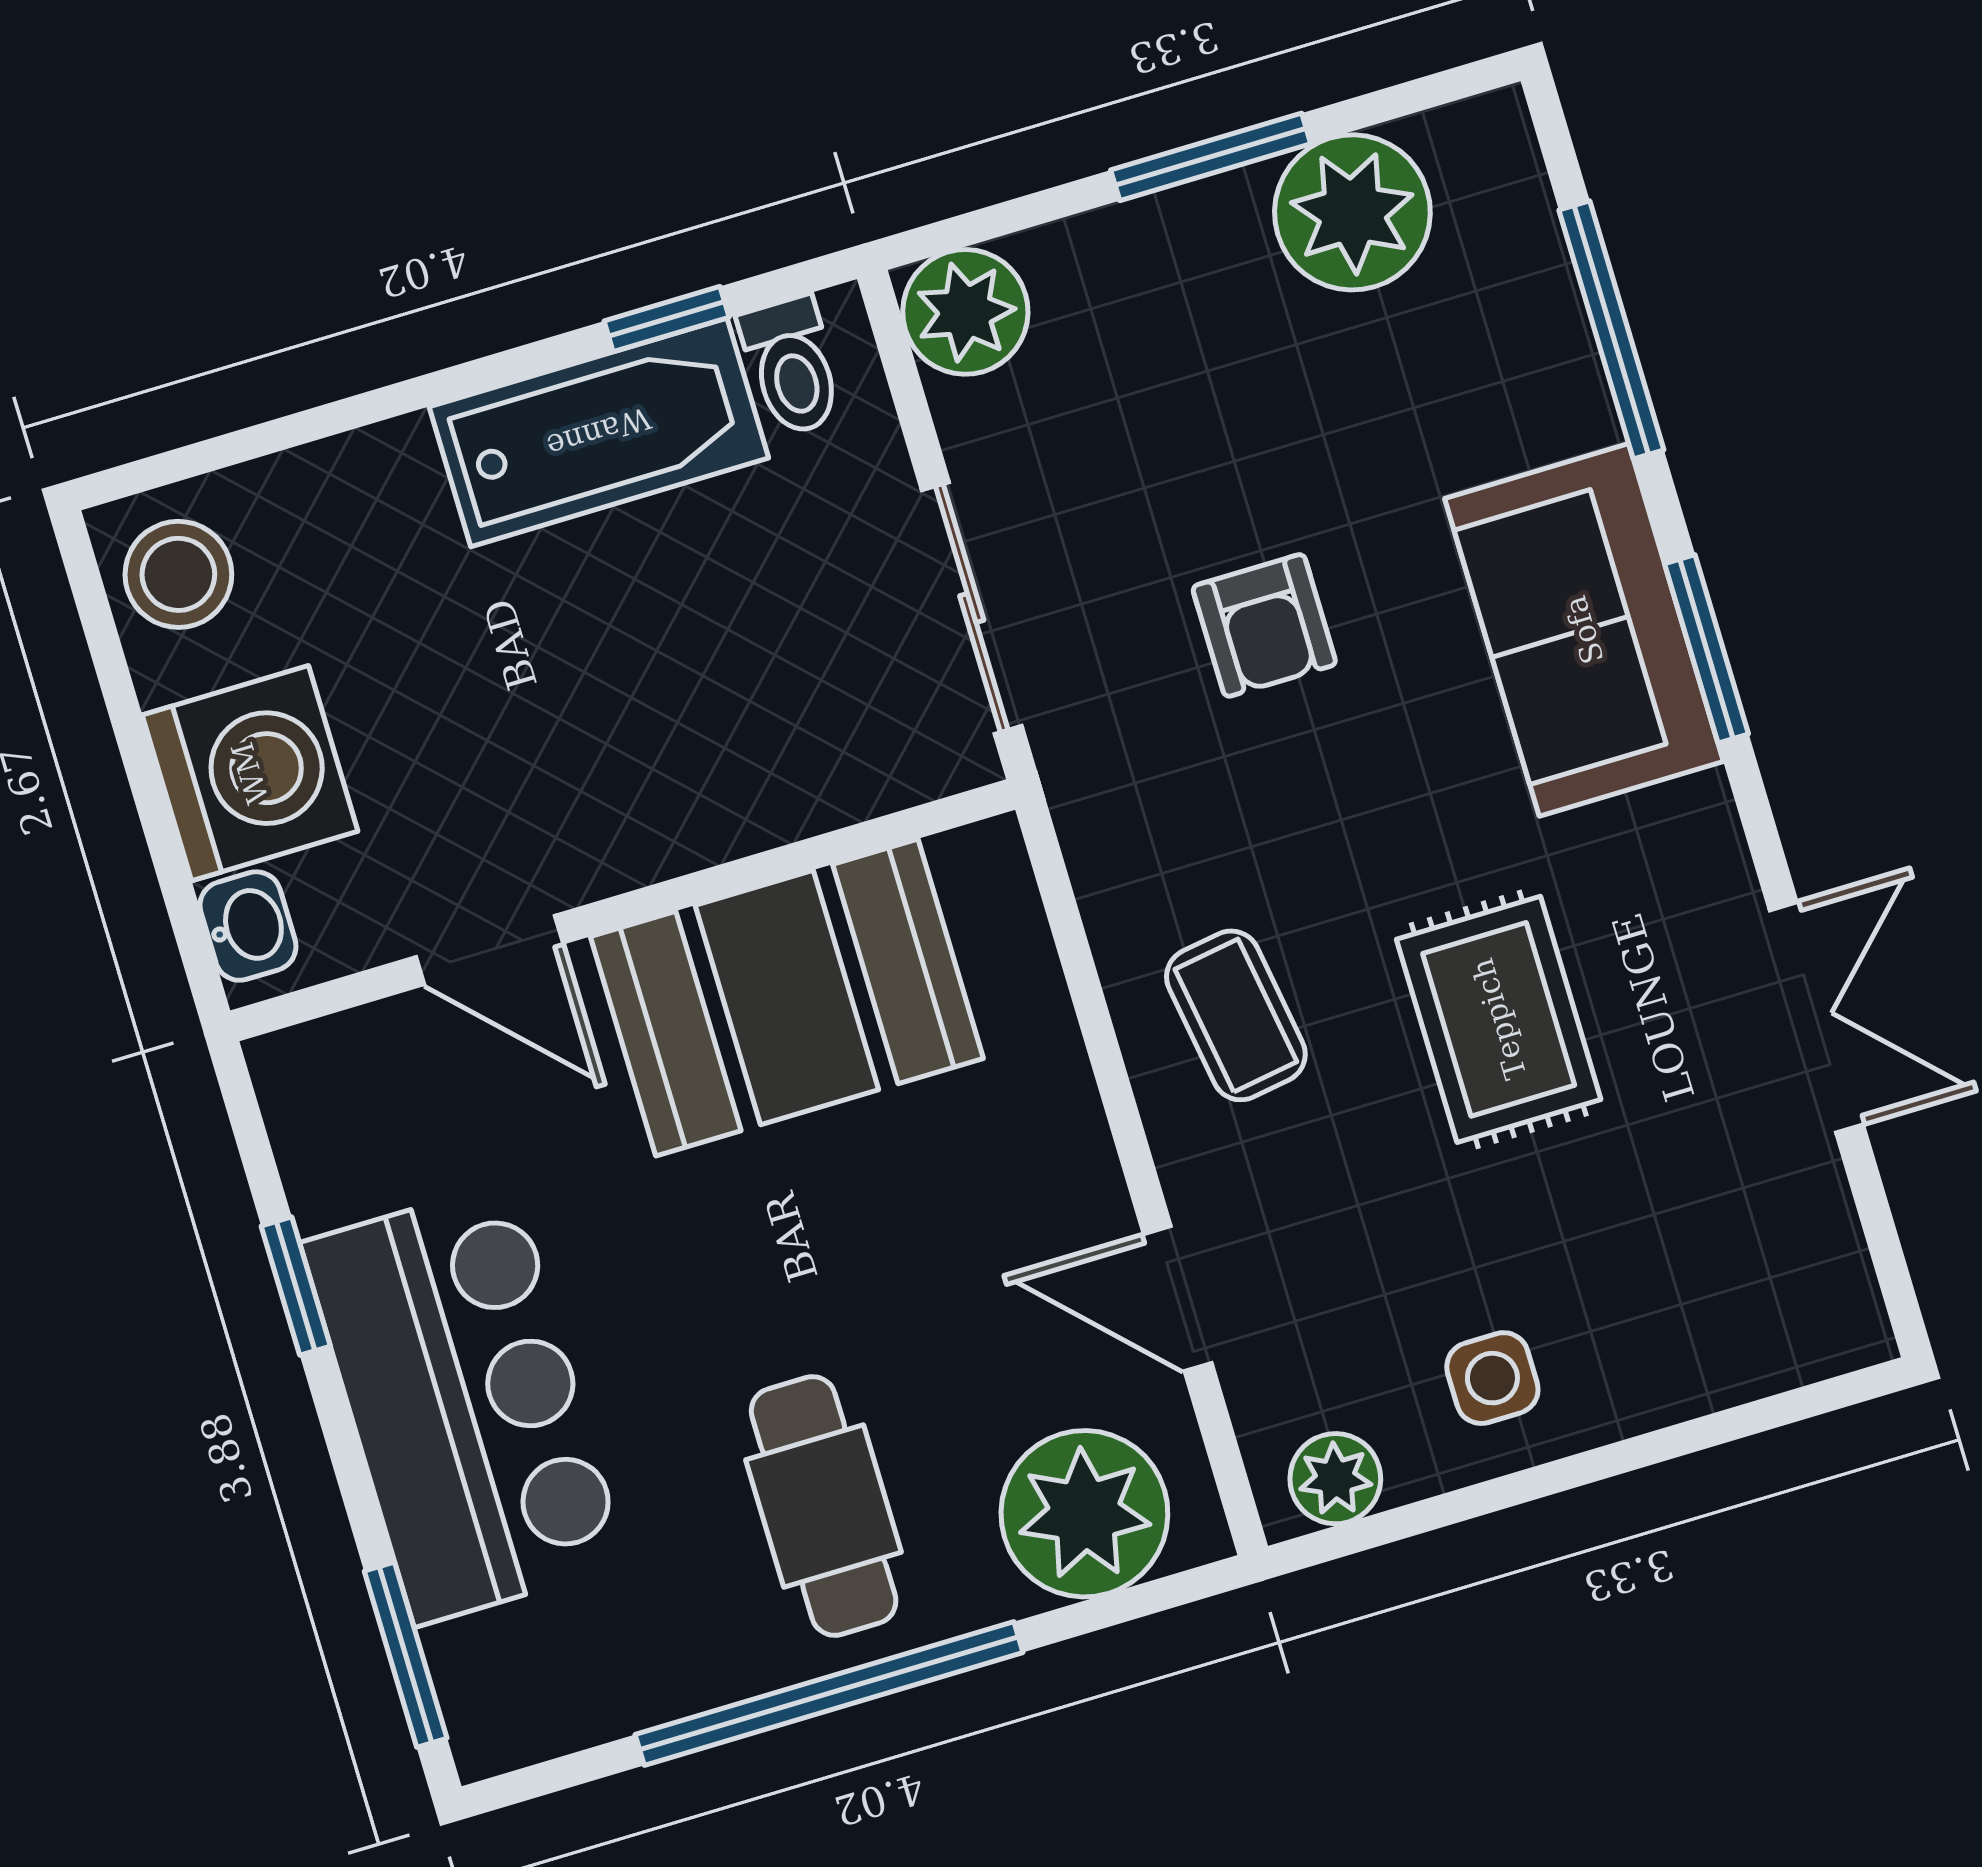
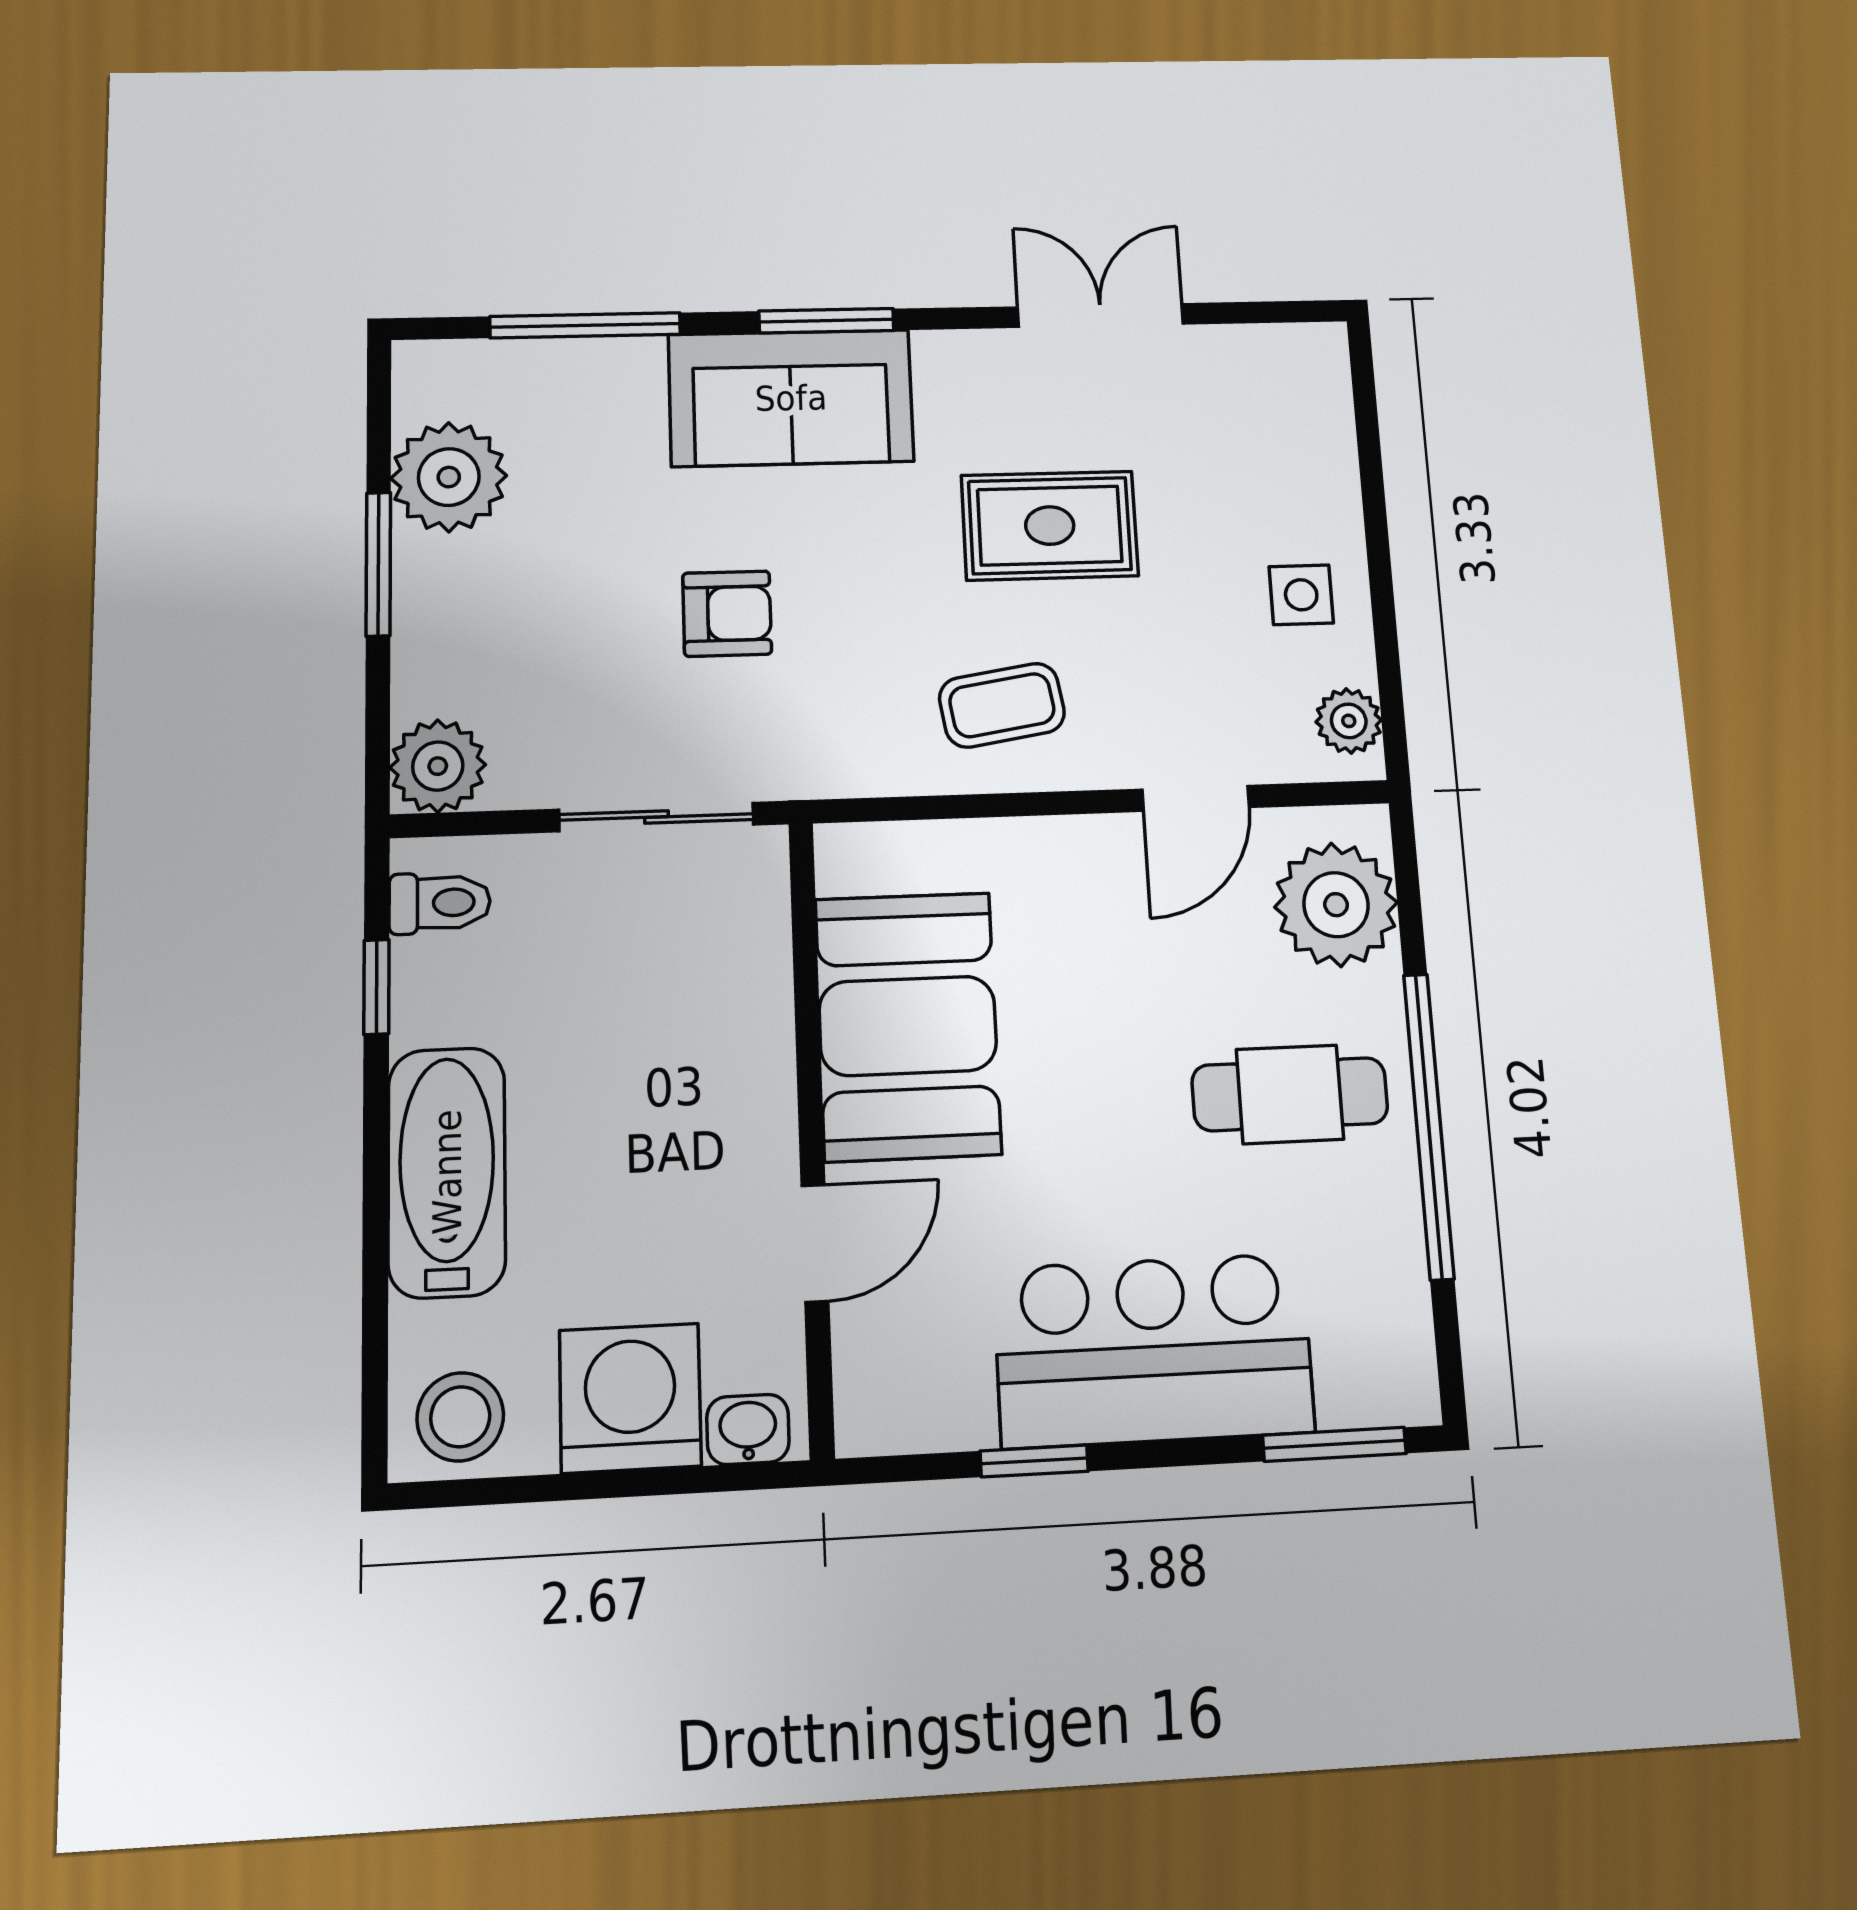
bathtub: (599, 432) -> (447, 1172), moved

